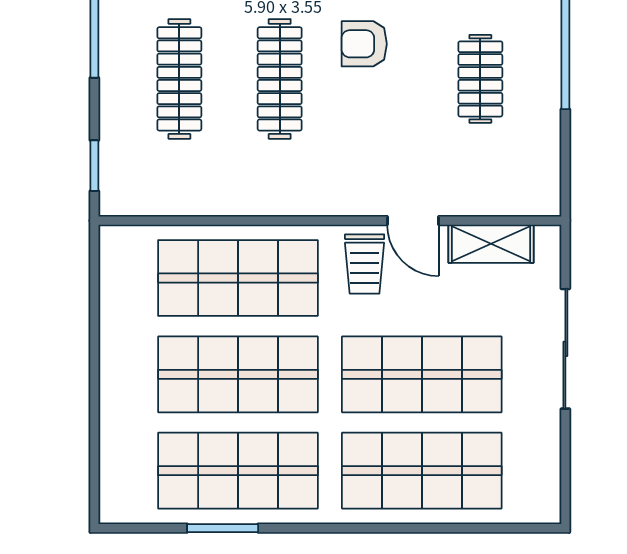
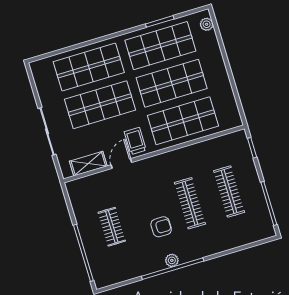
door: (413, 221) -> (121, 164), hinge flipped
plant: (114, 488) -> (207, 24), added

